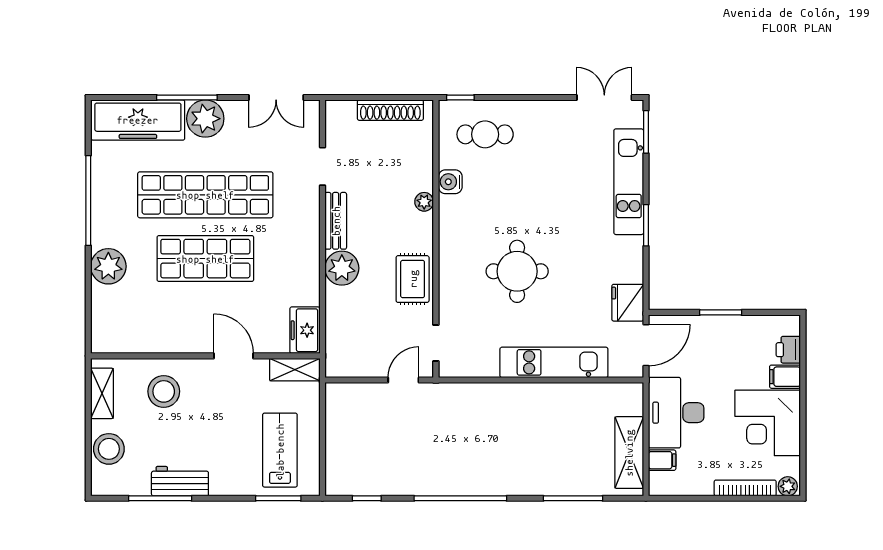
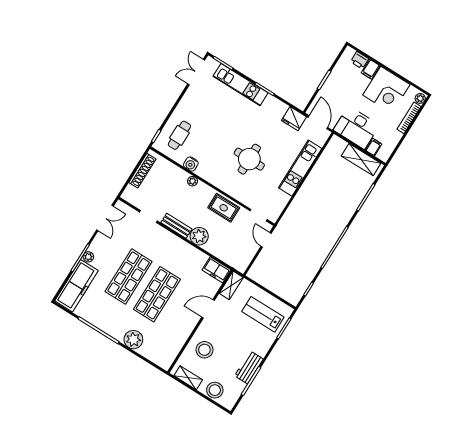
plant: (205, 119) -> (88, 257), width x0.53, depth x0.53
shop shelf: (205, 195) -> (129, 277), width x0.71

